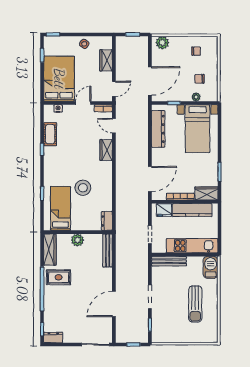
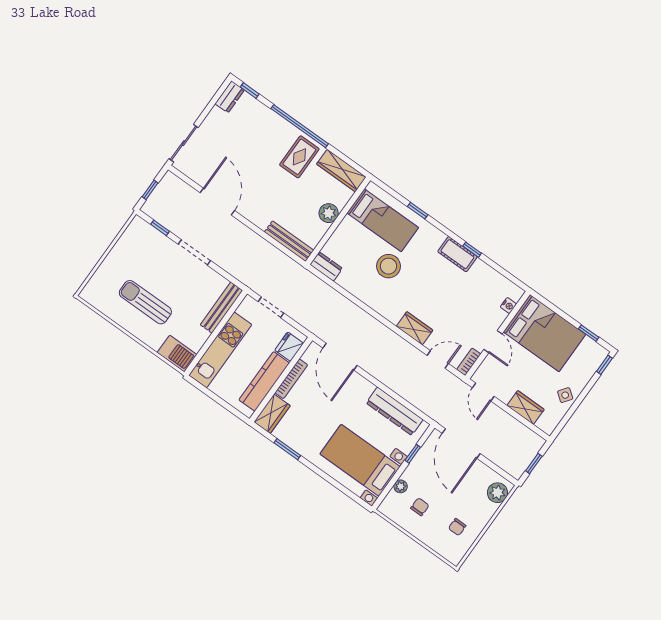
cot: (50, 134) -> (457, 254), moved

